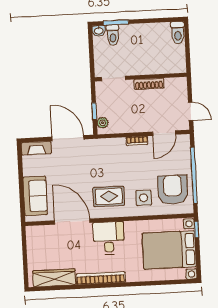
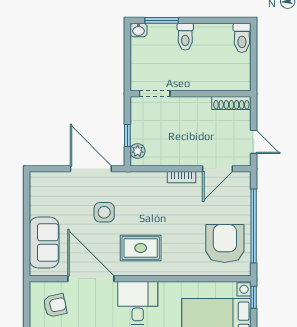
toilet: (113, 35) -> (185, 37), moved
shoe rack: (149, 84) -> (231, 103), moved
fireplace: (36, 148) -> (49, 180), removed
side table: (144, 198) -> (104, 212), moved
armchair: (46, 243) -> (55, 305), added

